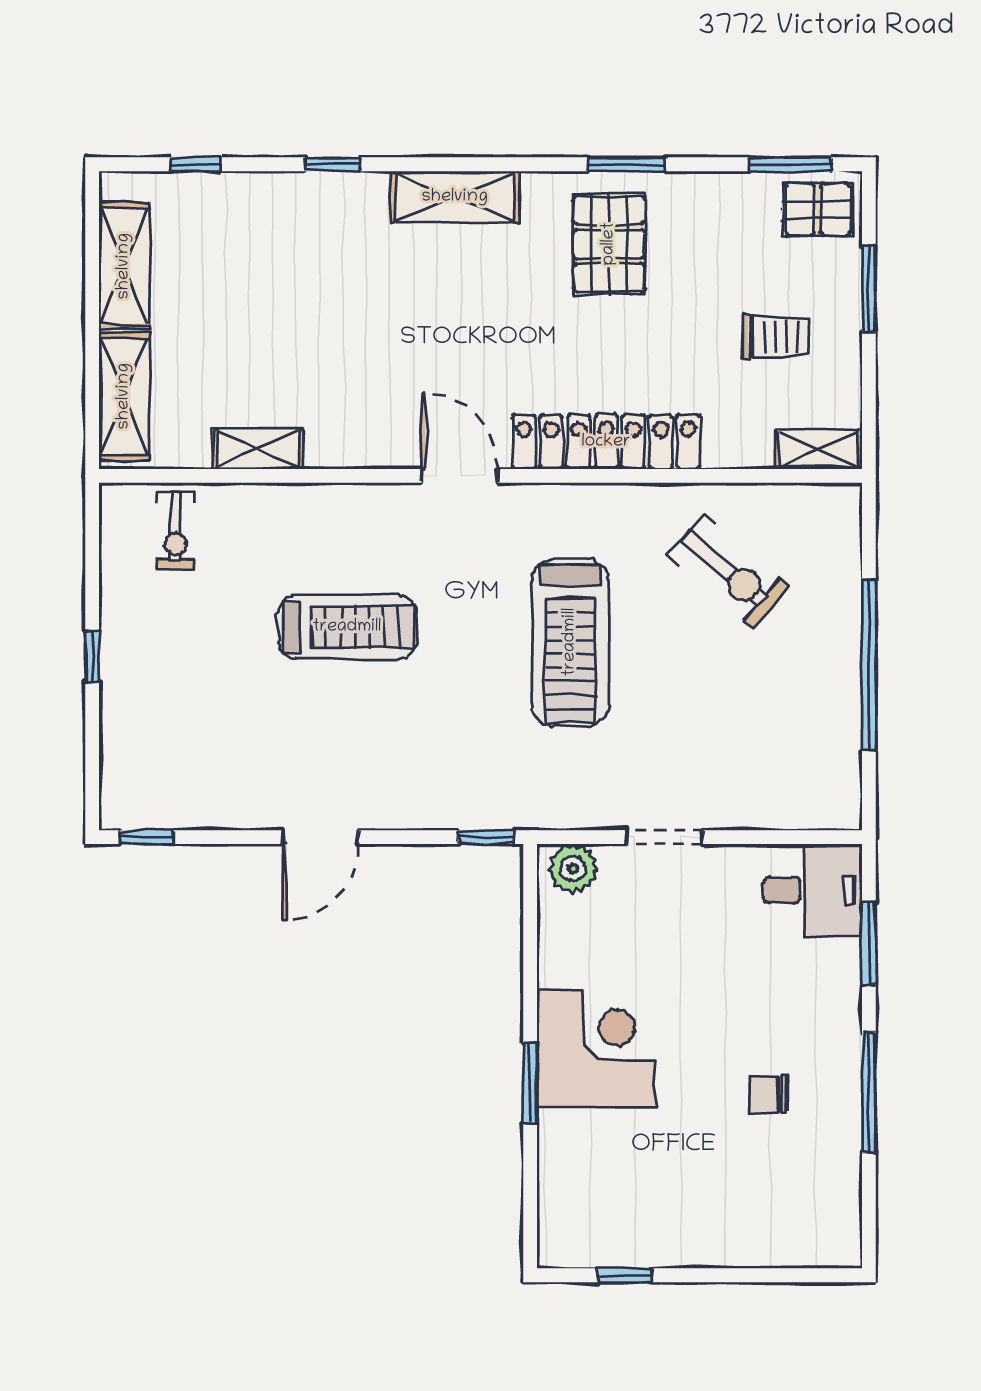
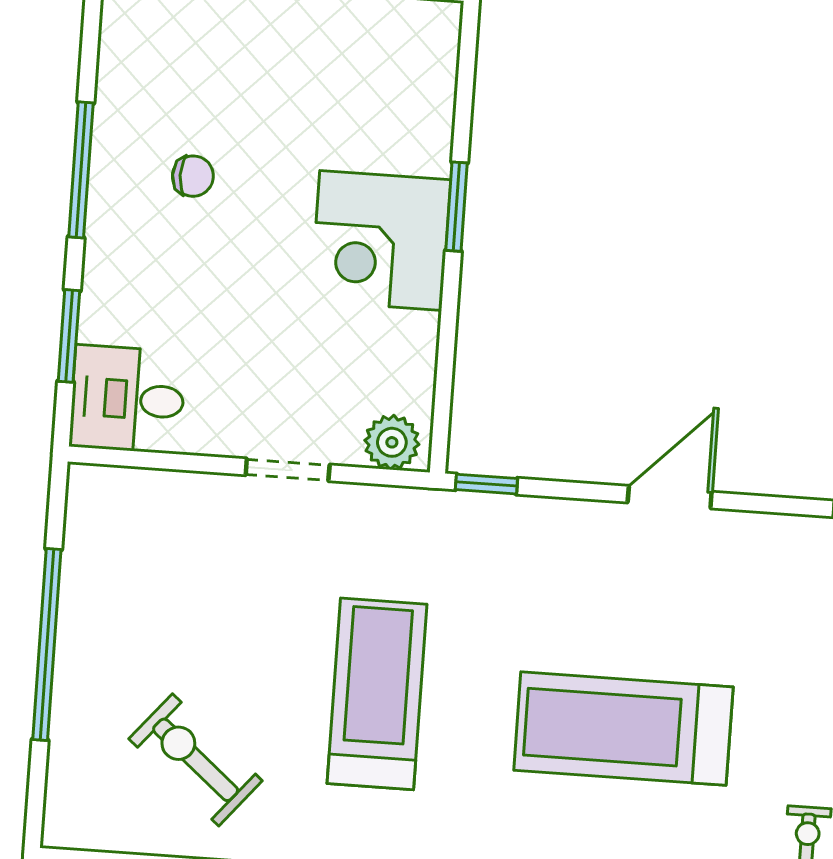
treadmill: (347, 627) -> (623, 729), width x1.37, depth x1.38

